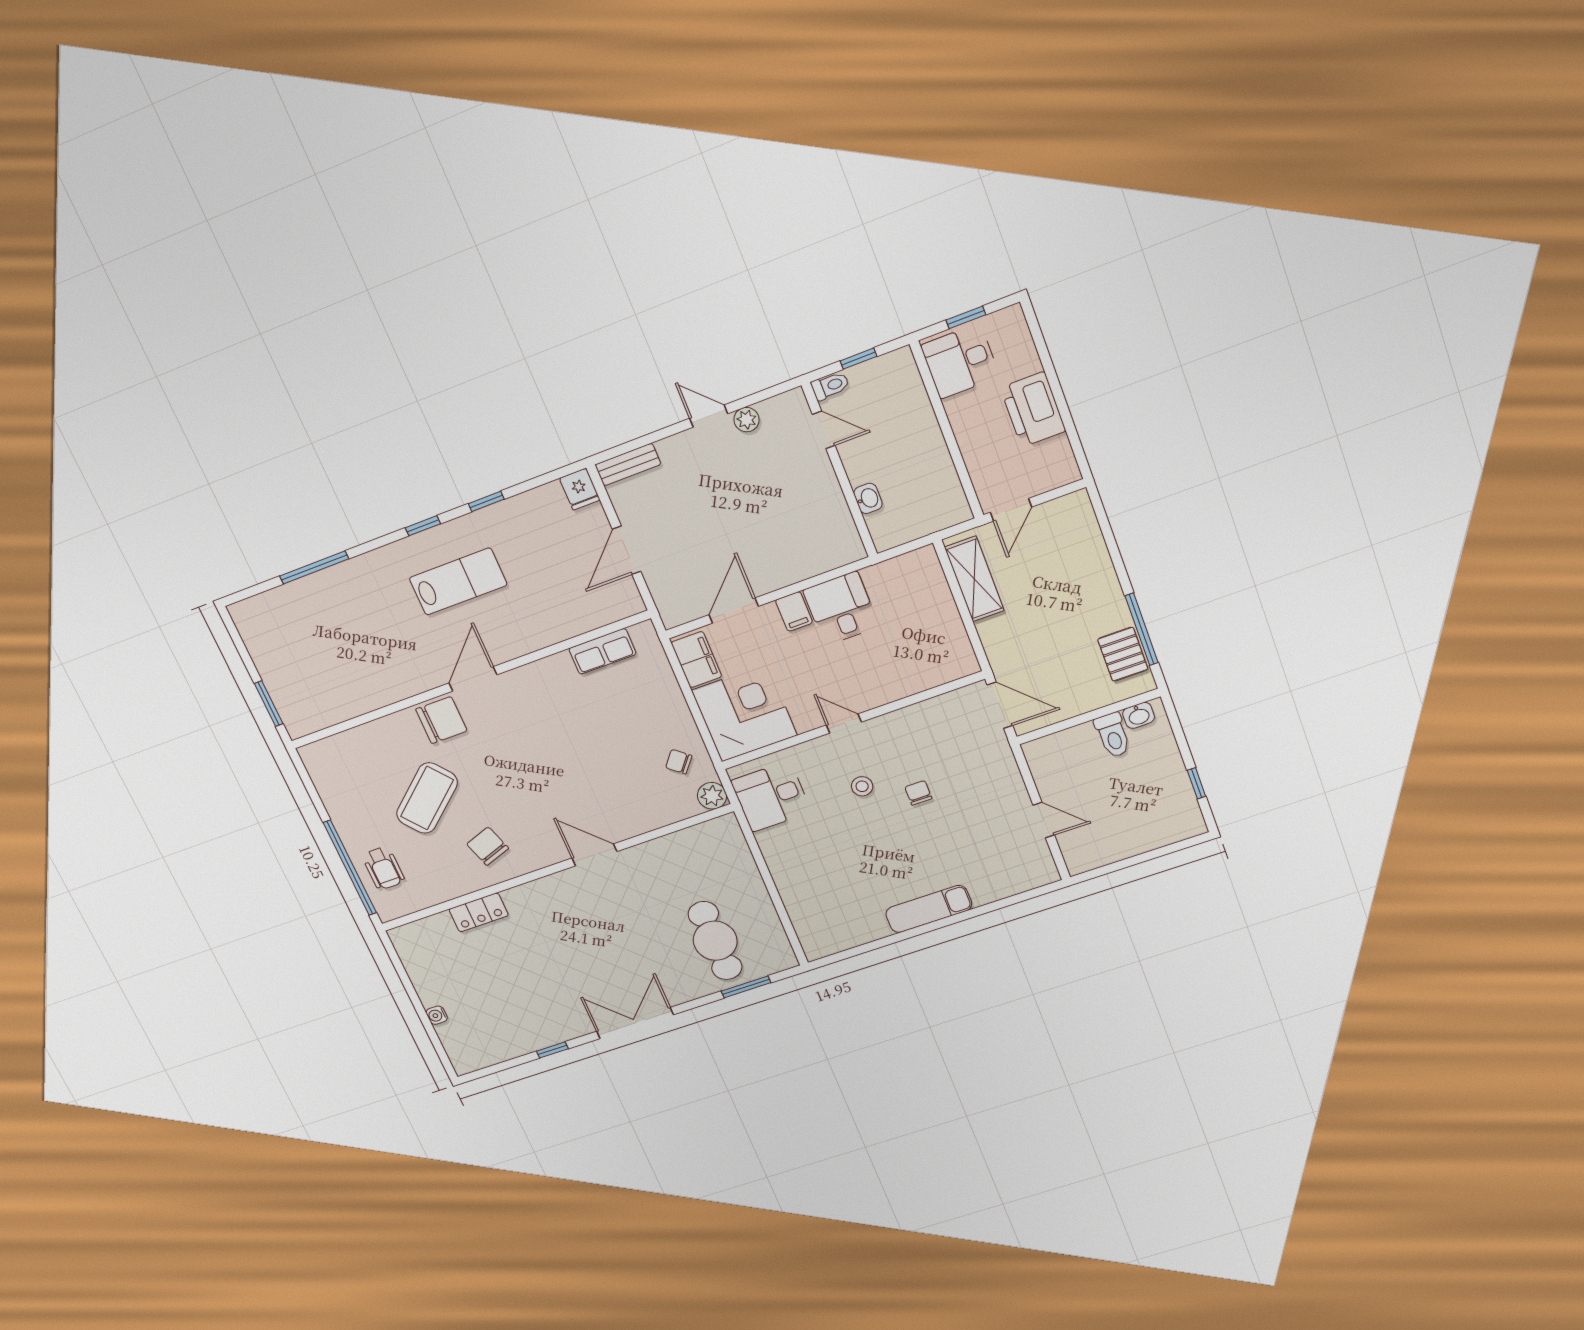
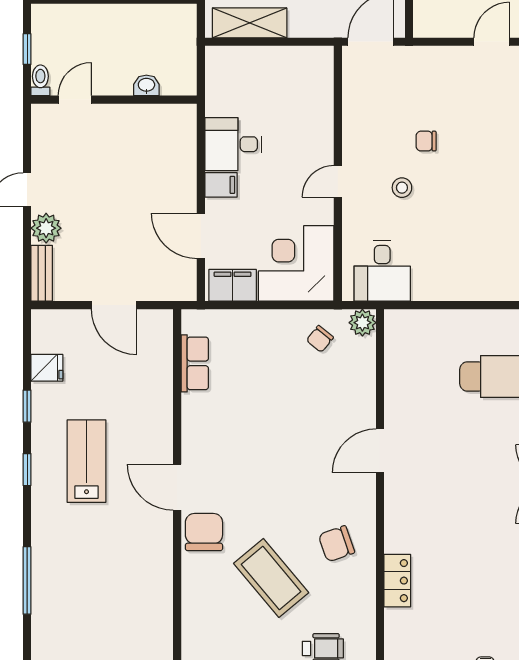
plant: (747, 420) -> (46, 228), moved, width x1.38, depth x1.38
fridge: (580, 489) -> (47, 368), moved

